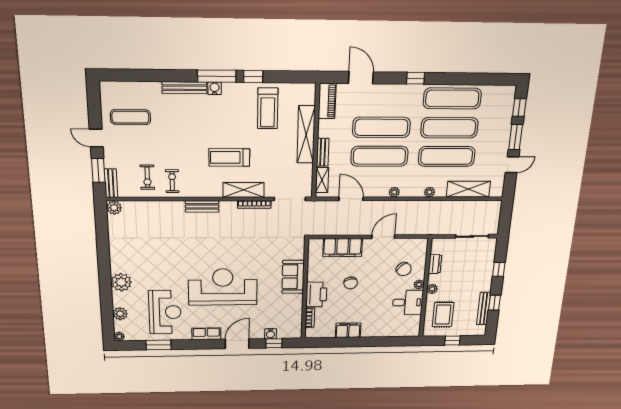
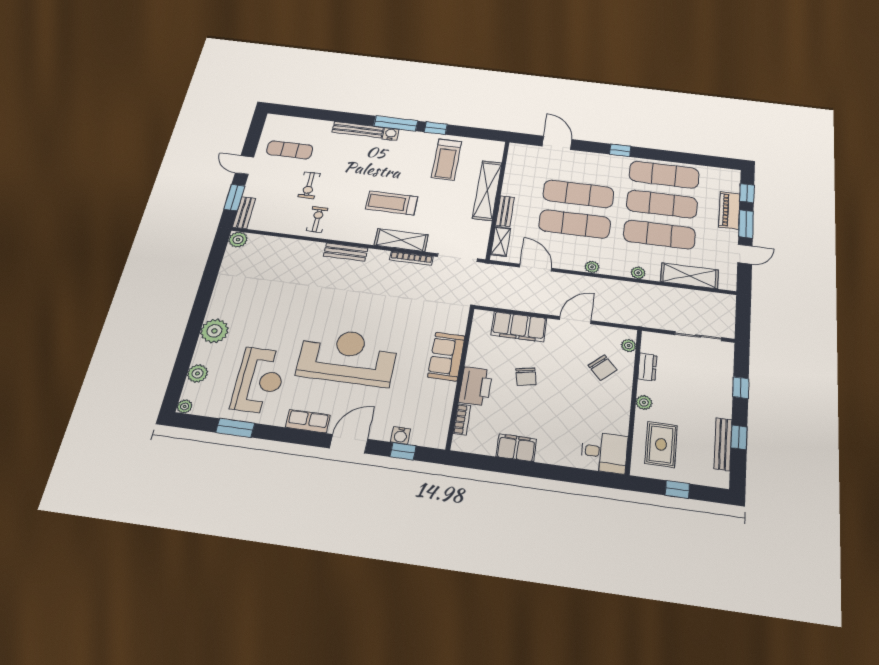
piano: (327, 101) -> (729, 210), moved, turned 180
exercise bike: (147, 177) -> (309, 185), moved
plant: (419, 285) -> (629, 346), moved
desk: (408, 302) -> (604, 452), moved

